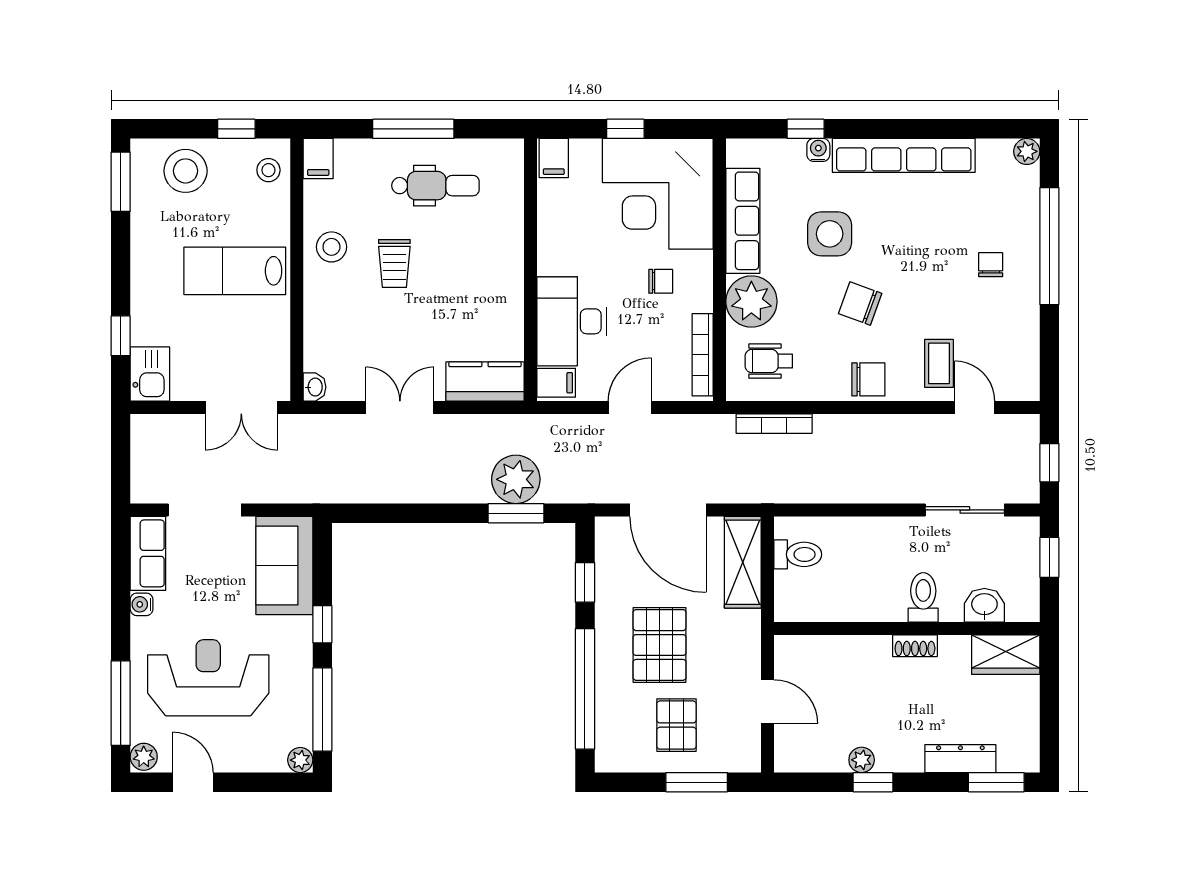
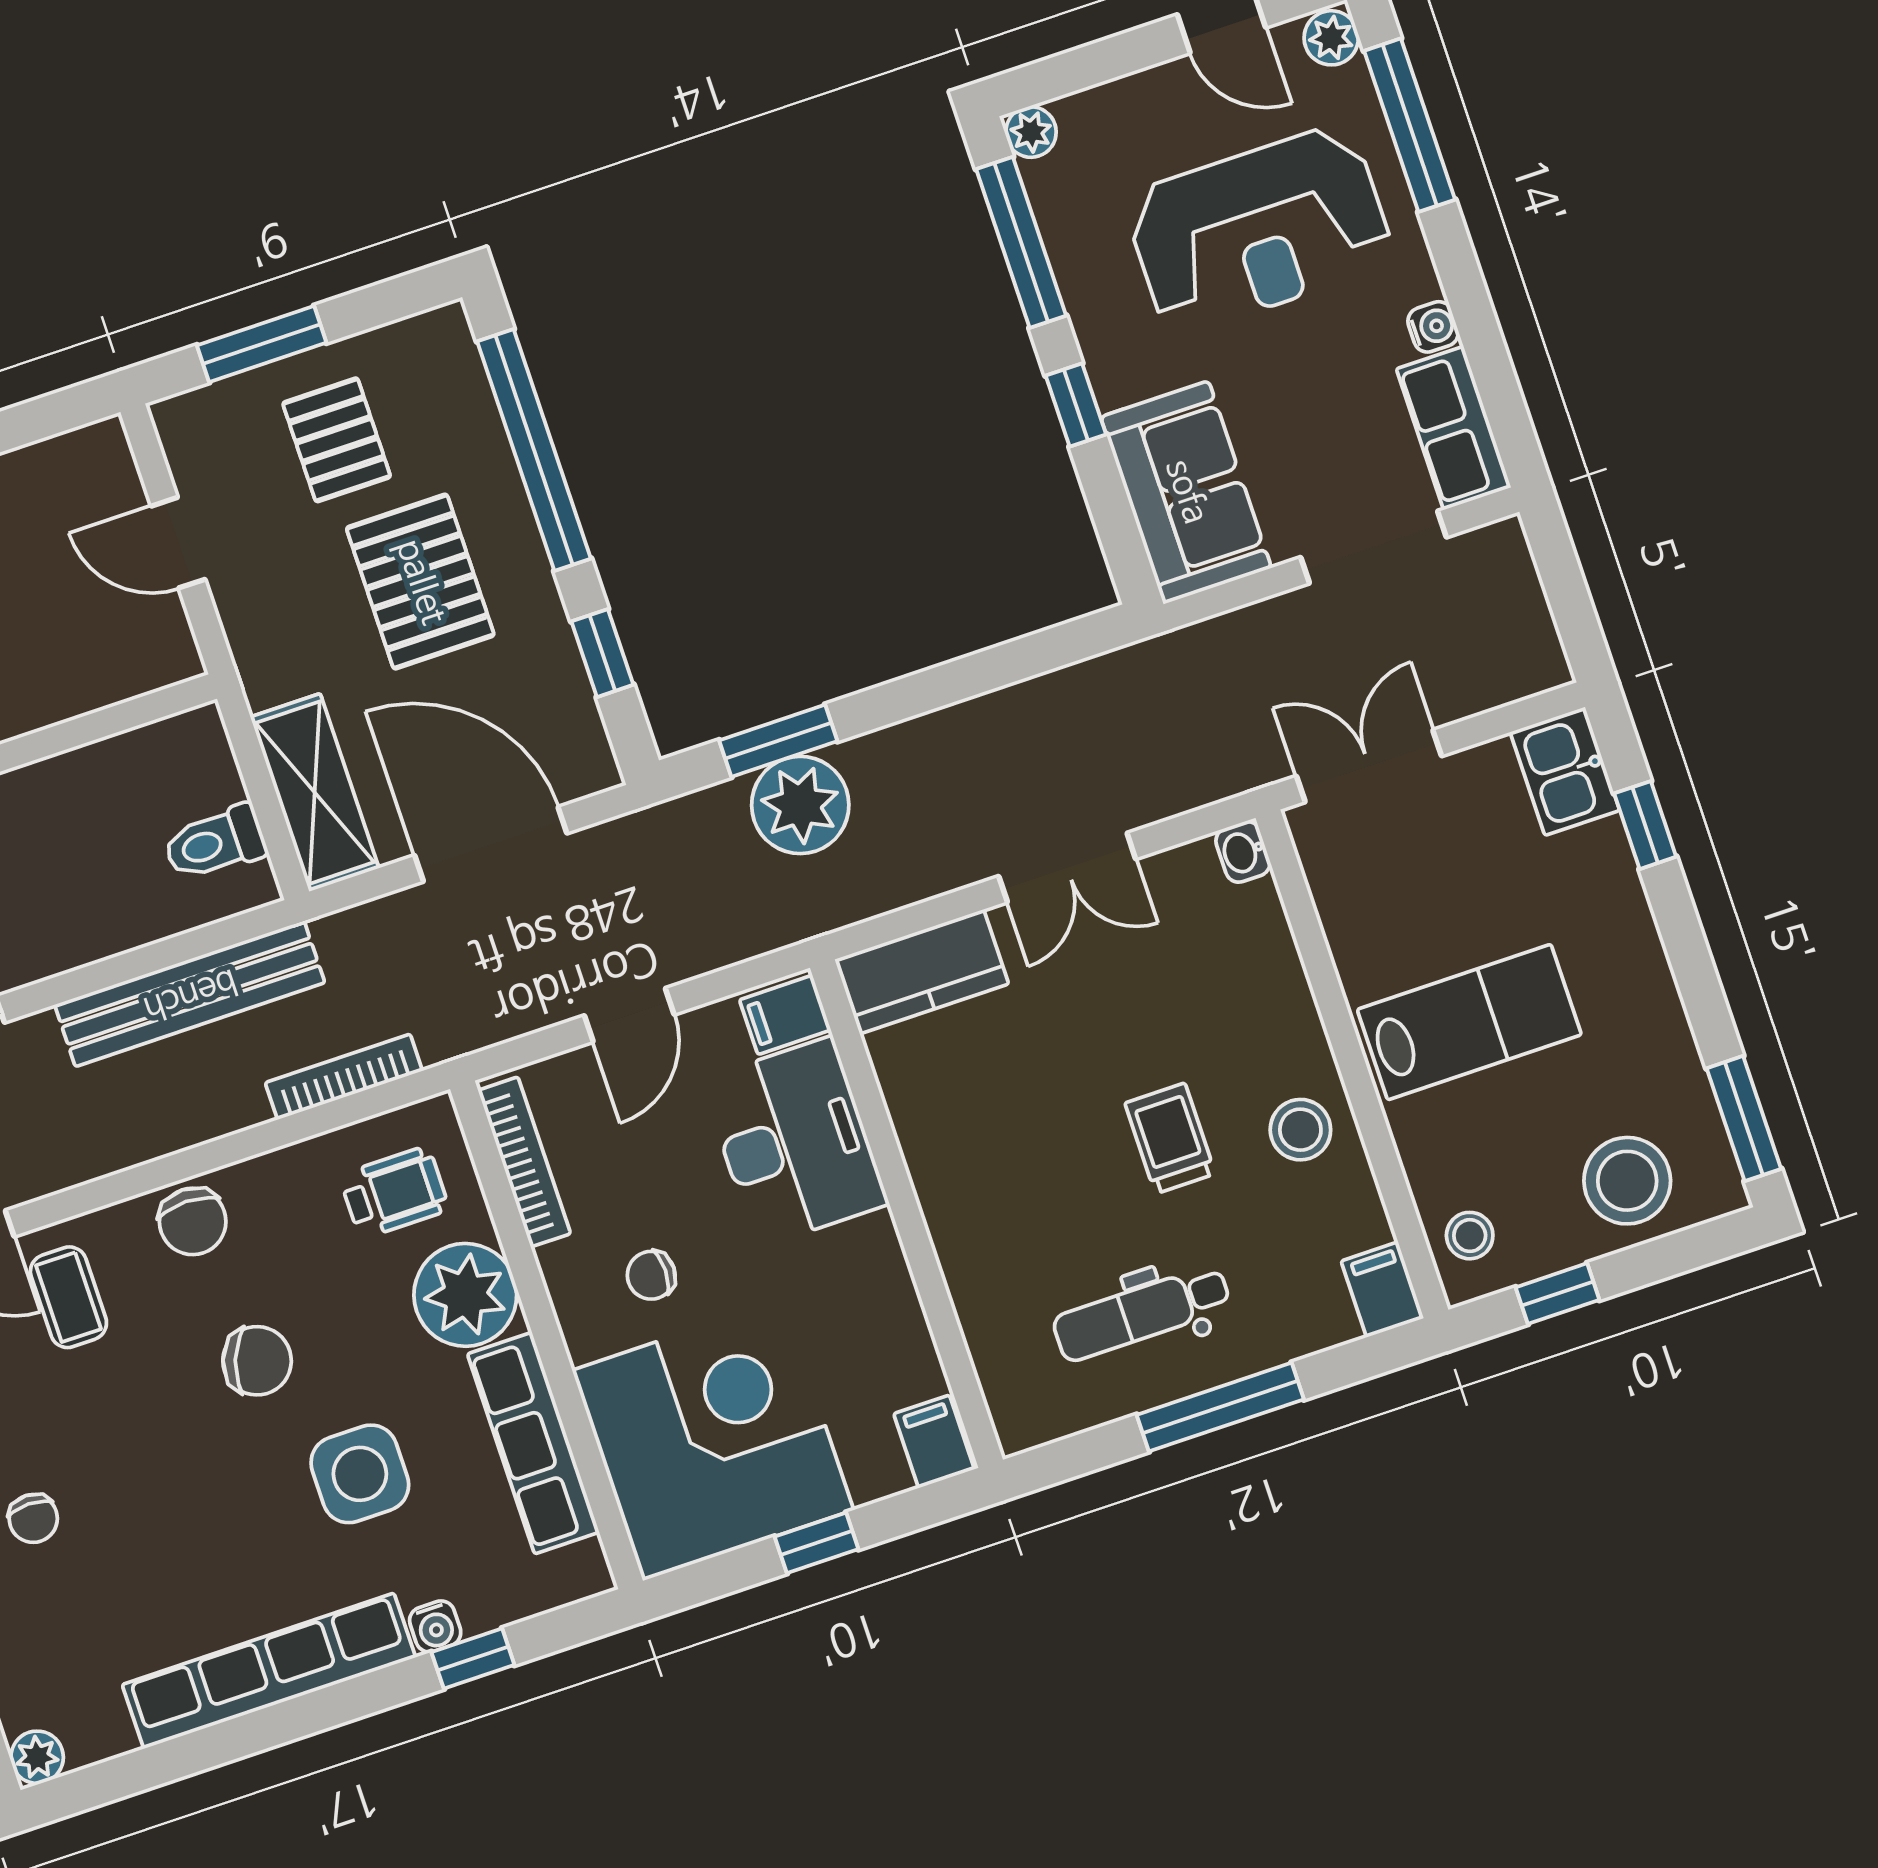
chair: (868, 379) -> (193, 1221), turned -90
bench: (834, 487) -> (190, 994), added

